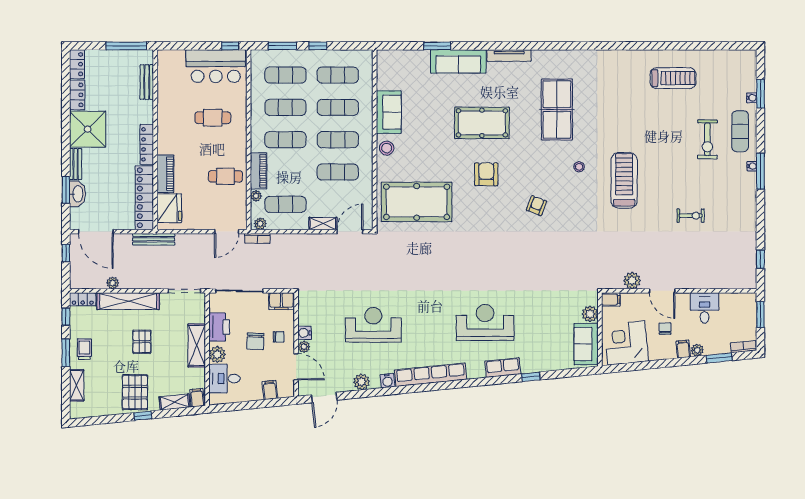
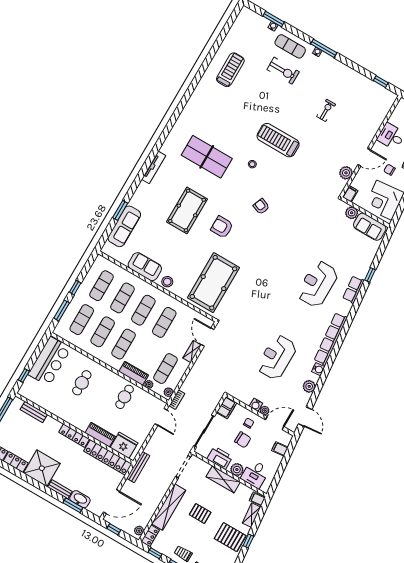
window: (230, 46) -> (24, 375), moved
sofa: (458, 61) -> (124, 226), moved
plant: (113, 283) -> (139, 531), moved

